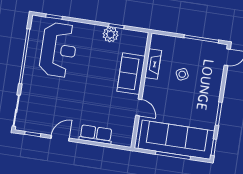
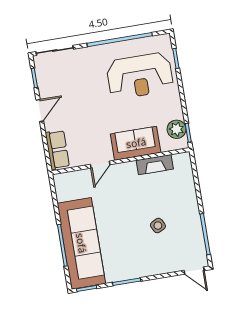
fireplace: (153, 64) -> (155, 165), moved
sofa: (131, 74) -> (136, 143), moved
wall: (141, 90) -> (121, 161), moved
door: (139, 107) -> (100, 165), moved
door: (60, 138) -> (40, 111), hinge flipped

